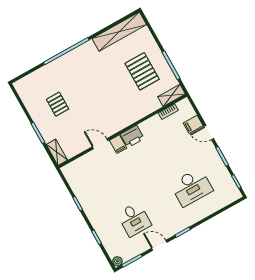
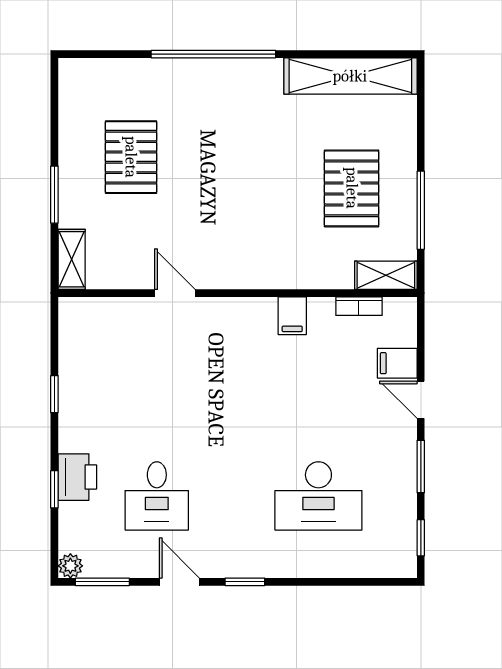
pallet: (58, 104) -> (131, 157), width x1.50, depth x1.42
printer: (132, 136) -> (77, 477), moved, turned -90
filing cabinet: (118, 144) -> (292, 316), moved

